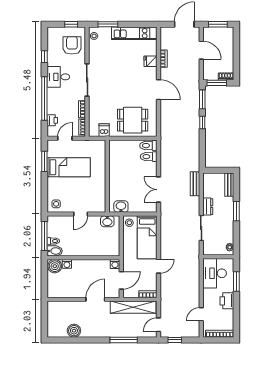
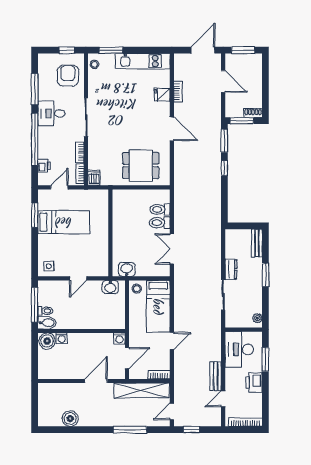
window: (44, 57) -> (35, 89), width x2.17
dishwasher: (104, 130) -> (94, 178), moved
toilet: (148, 146) -> (160, 223), moved
bench: (195, 184) -> (216, 376), moved

